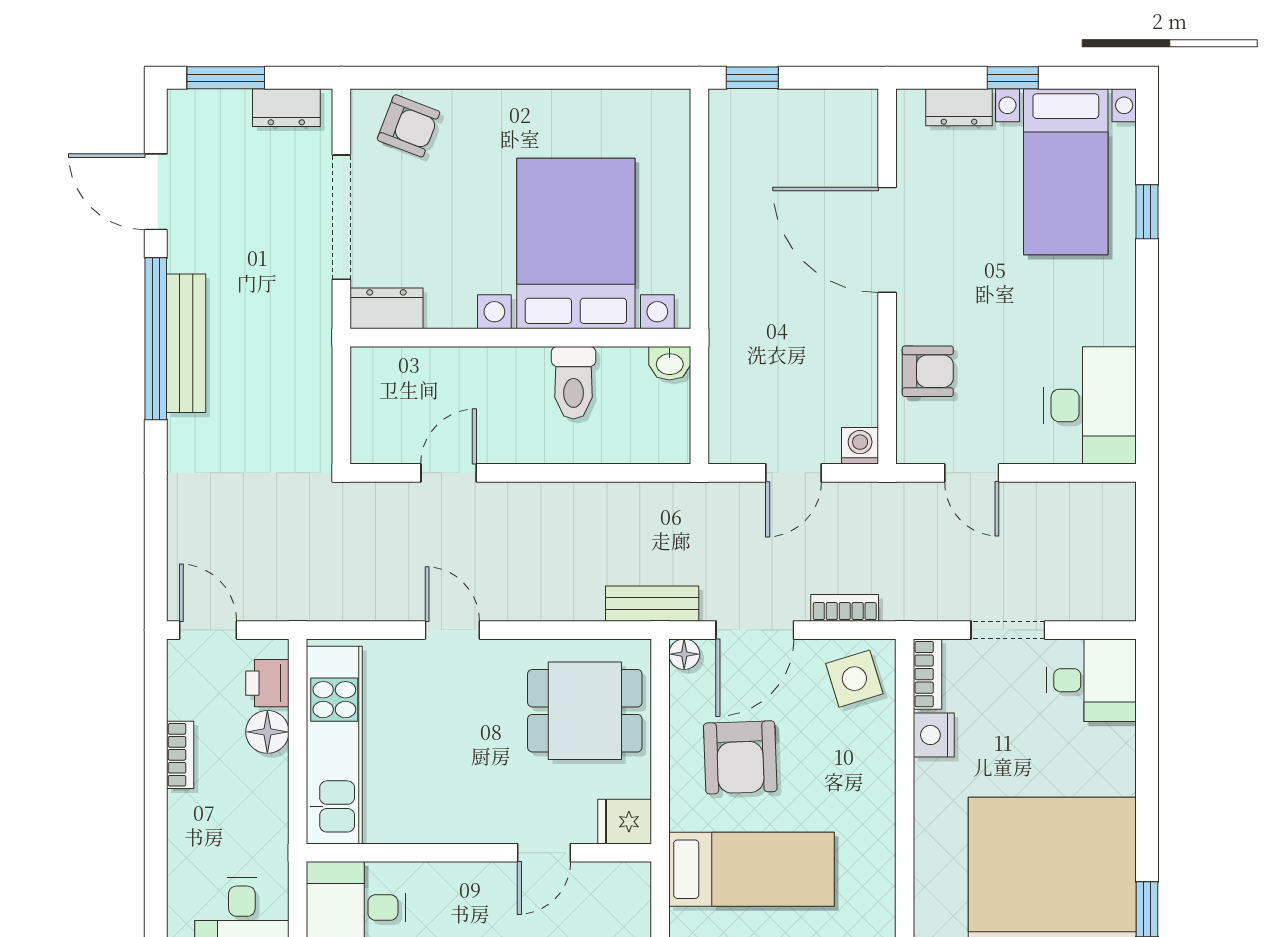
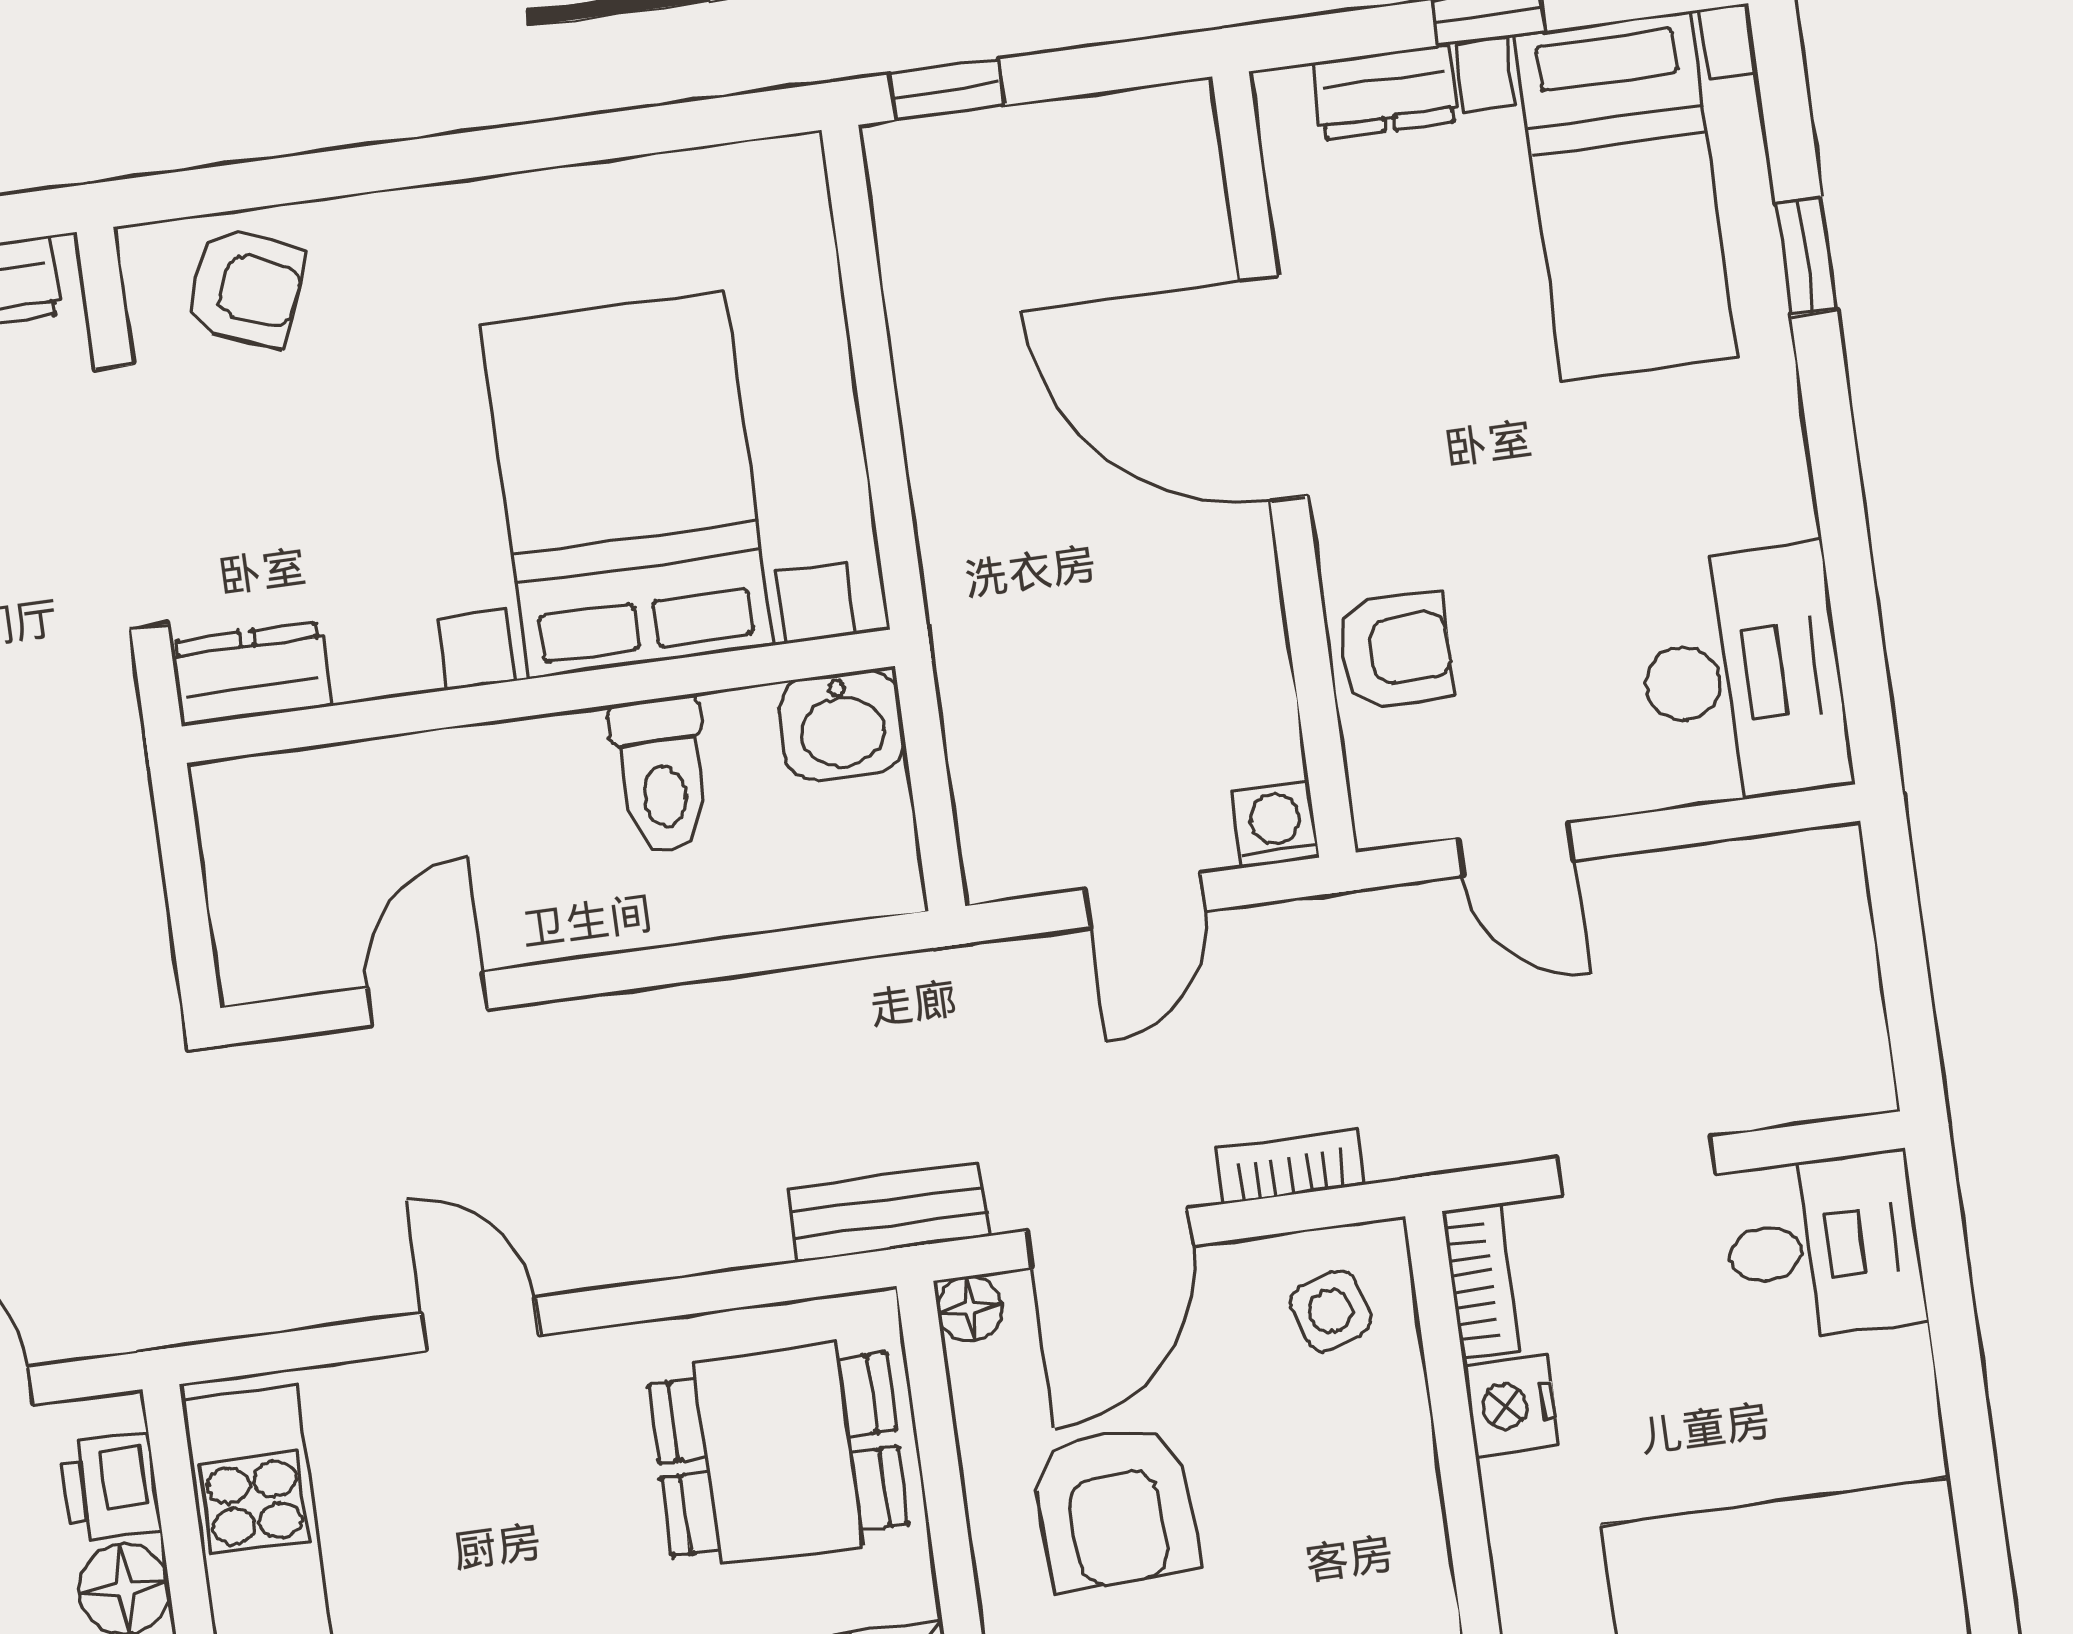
washbasin: (670, 363) -> (842, 725), width x1.38, depth x1.45
side table: (854, 679) -> (1331, 1311), width x0.73, depth x0.73

